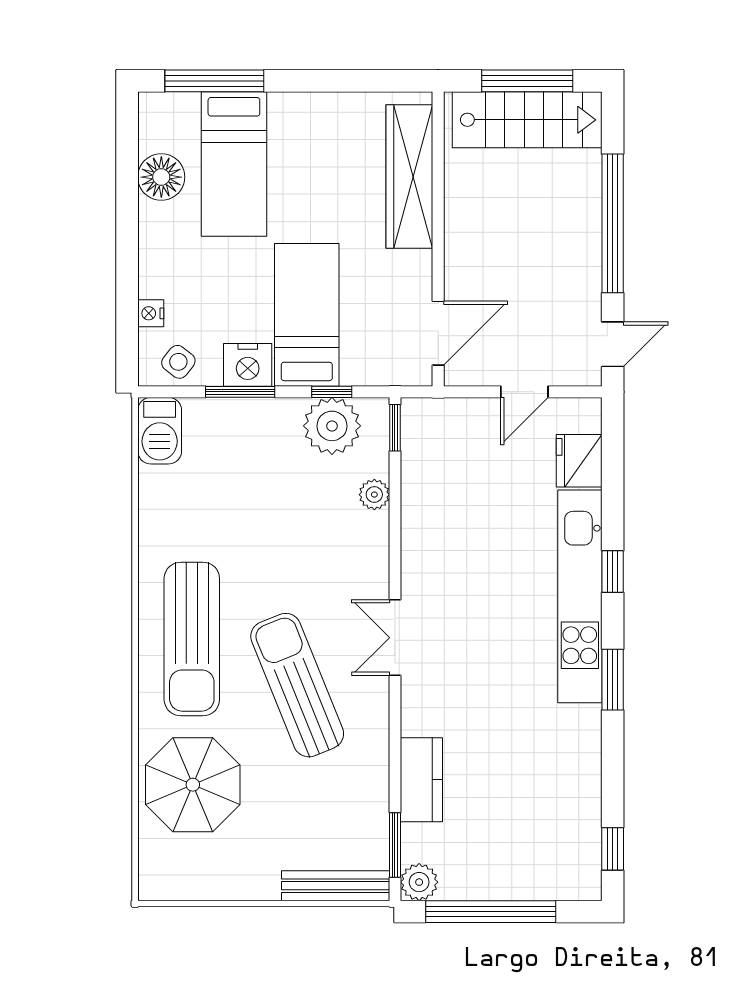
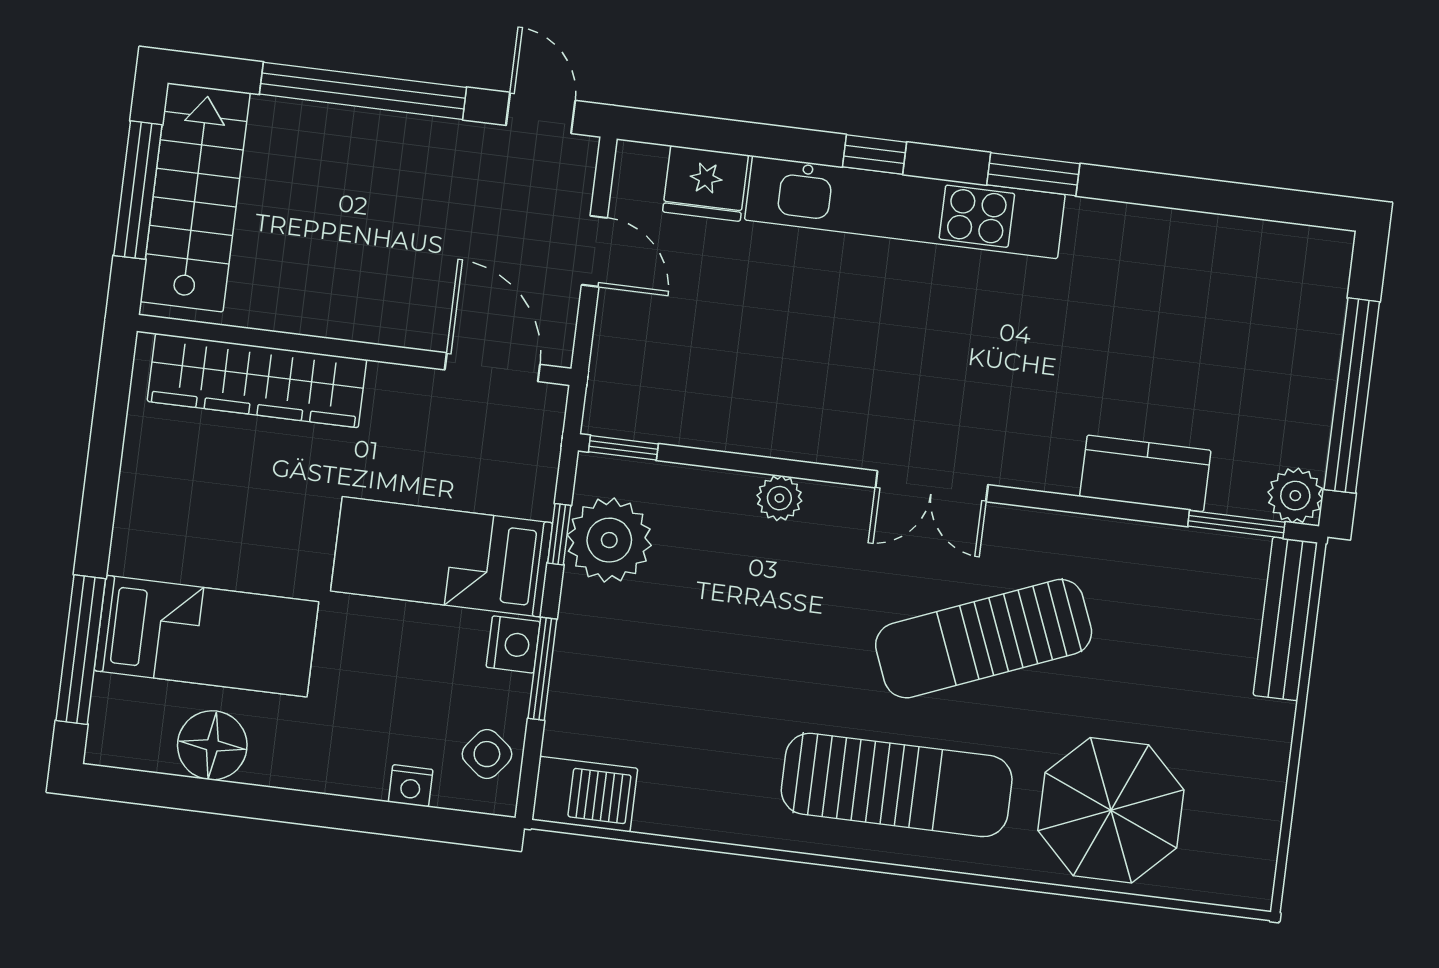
nightstand: (248, 365) -> (513, 644), width x0.74, depth x0.75
plant: (374, 495) -> (779, 498), moved
window: (613, 849) -> (1282, 205), removed

